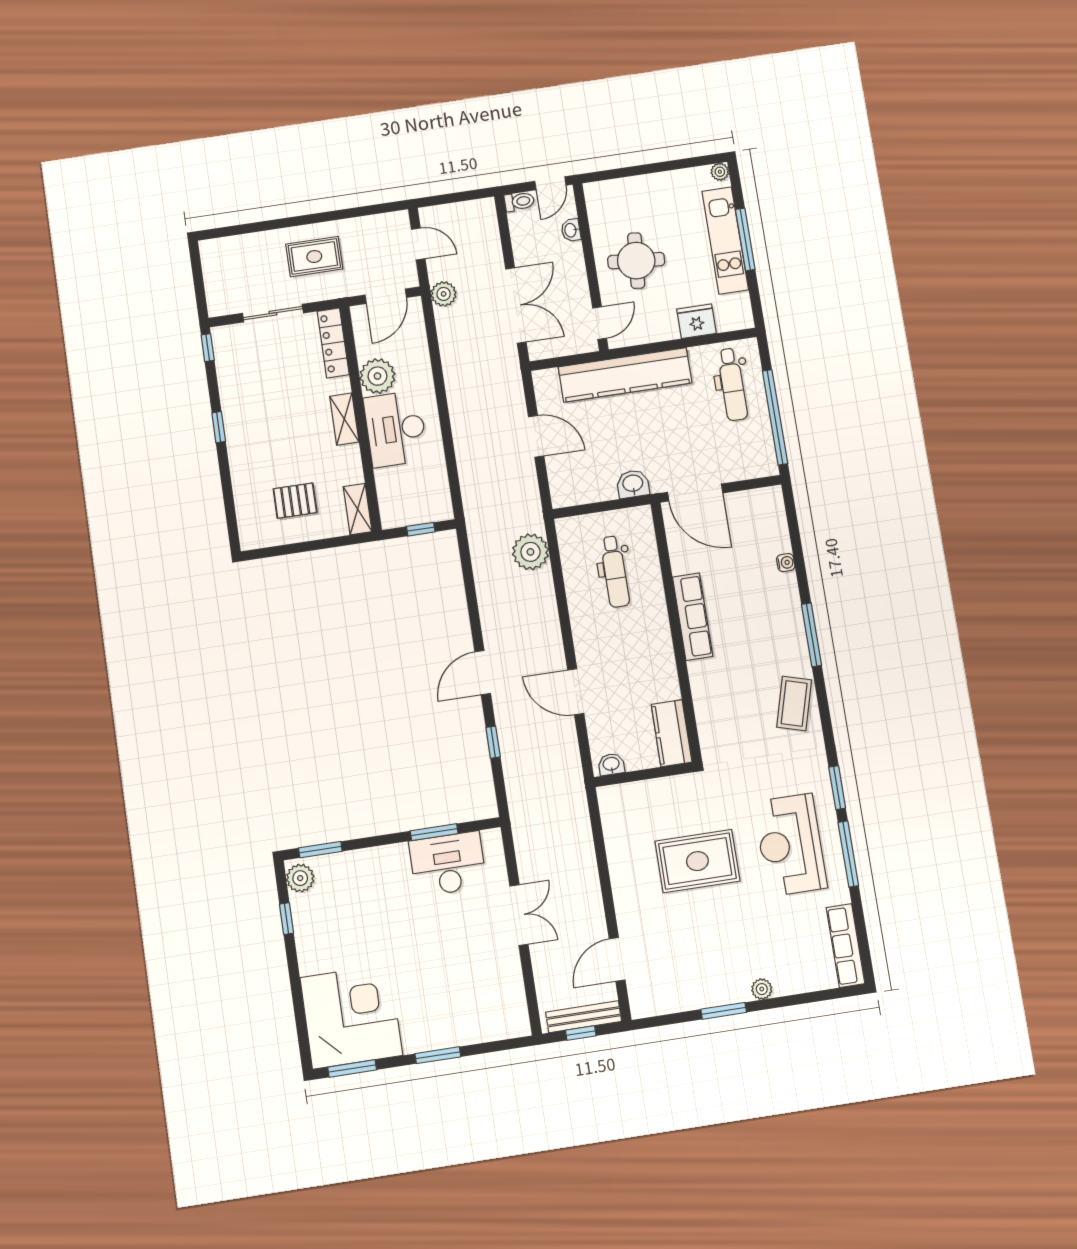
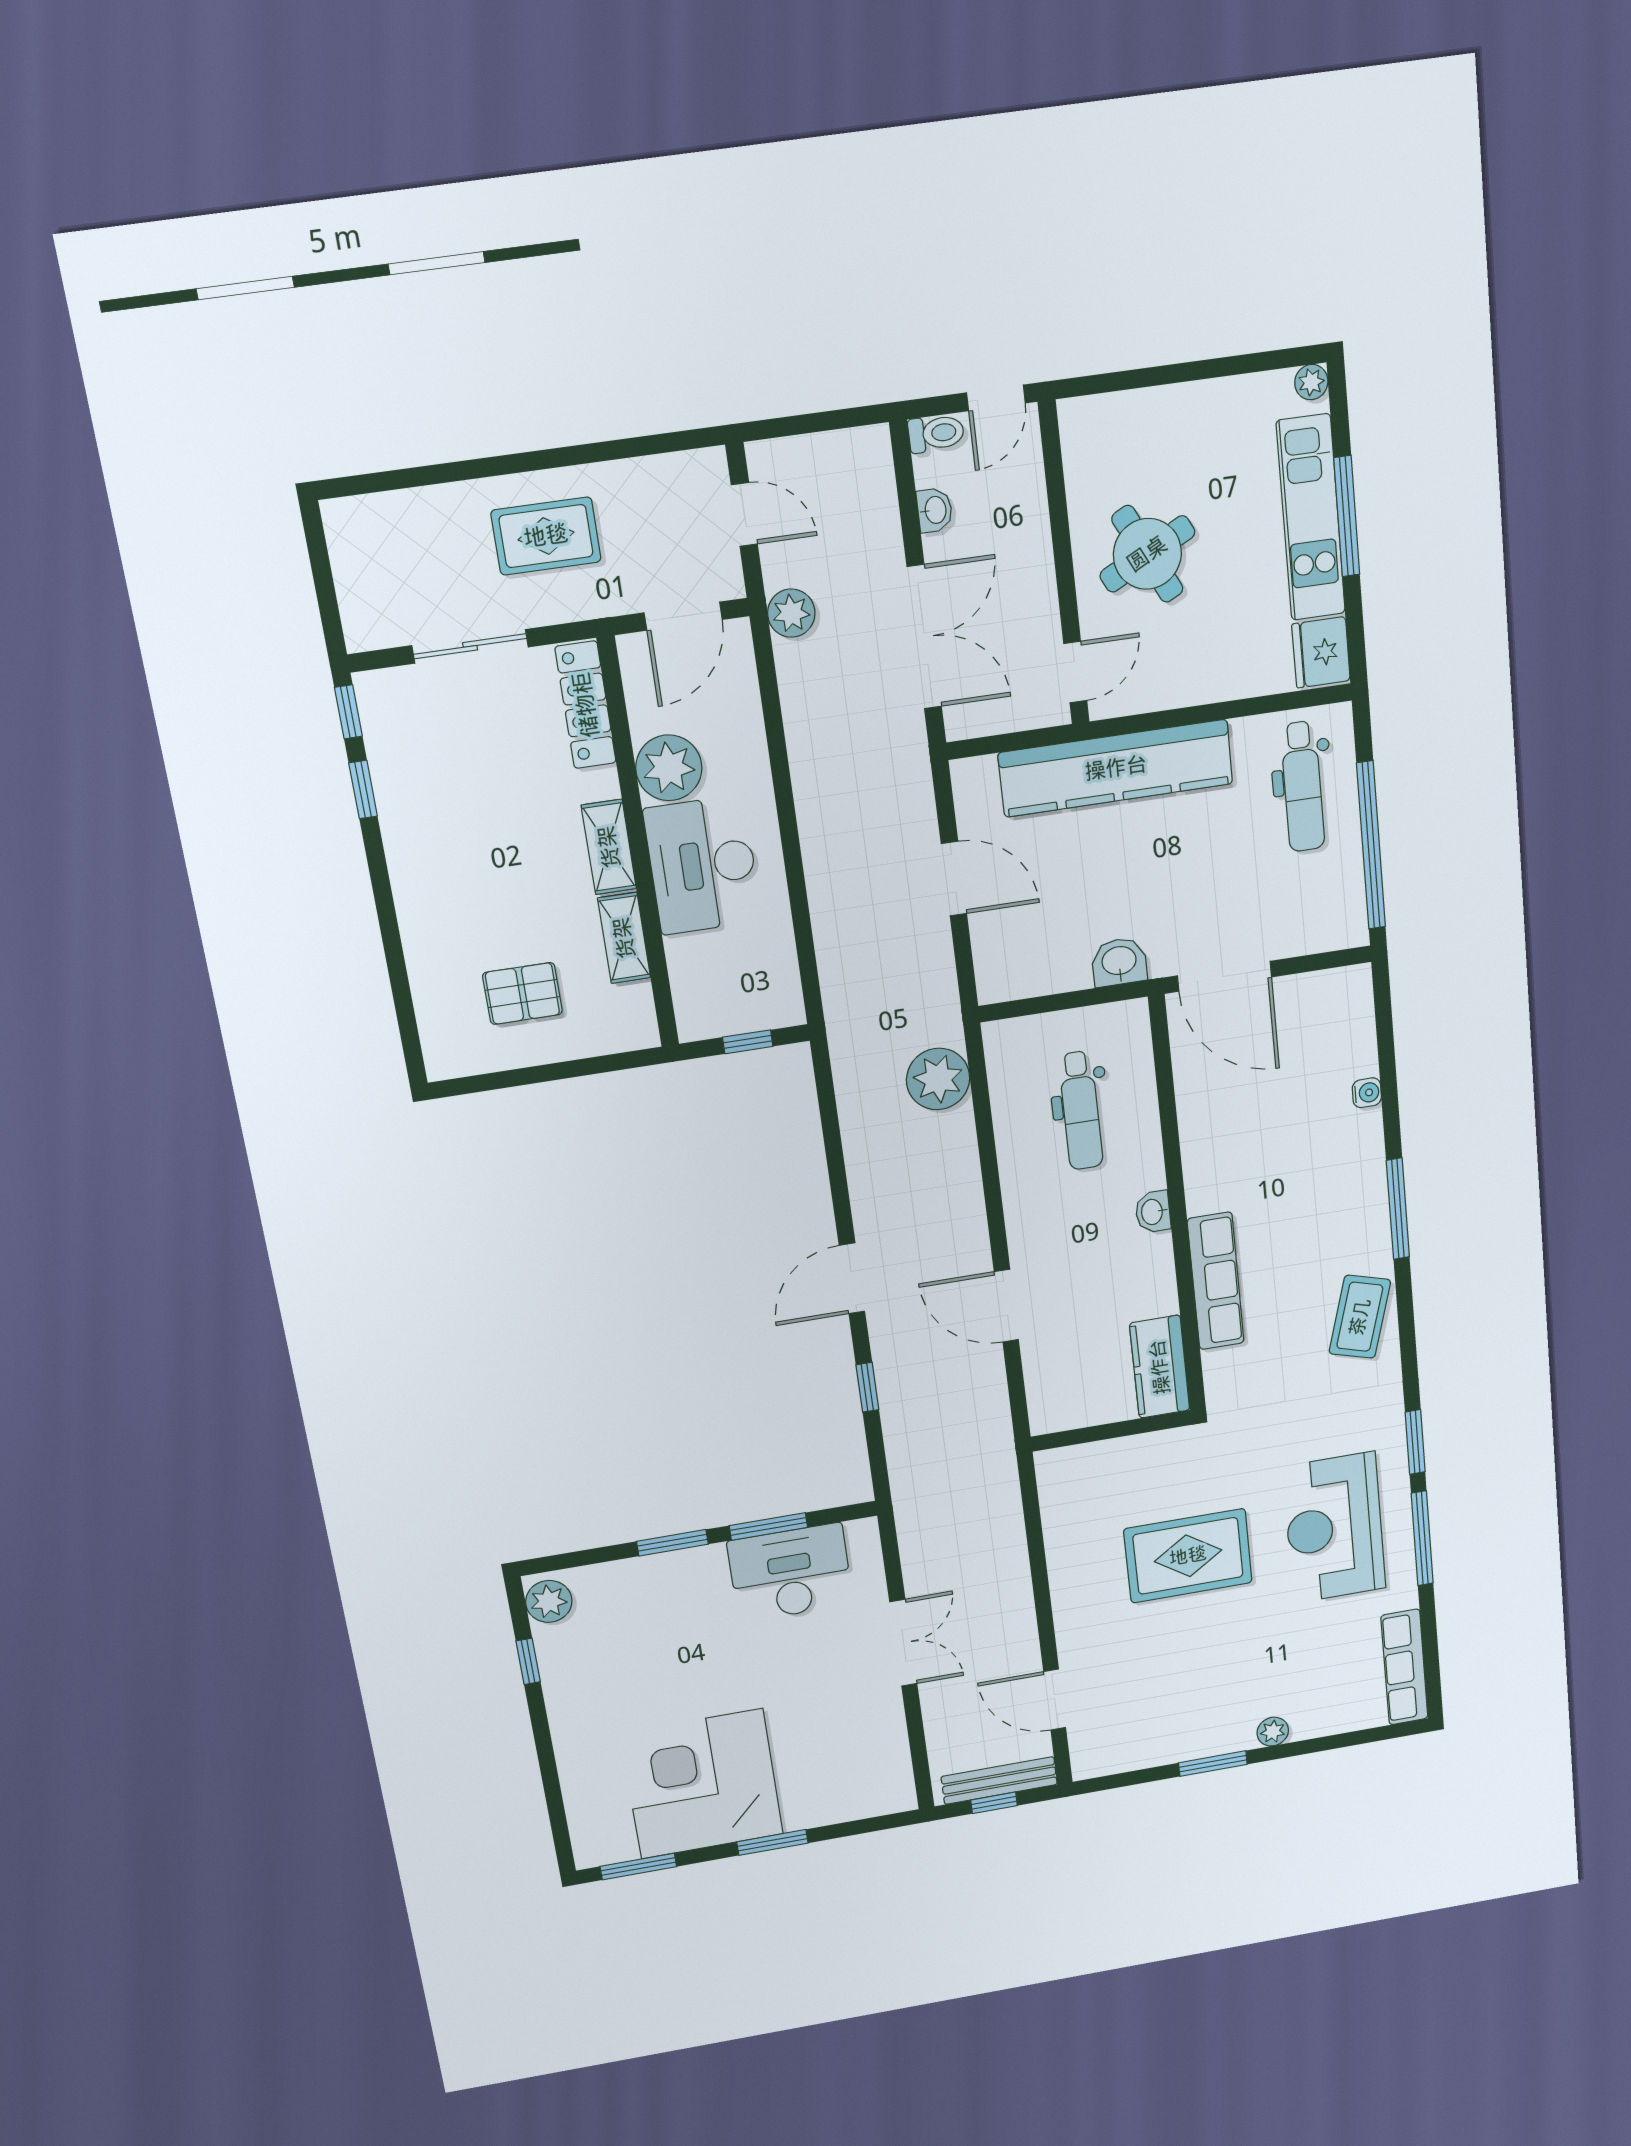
washbasin: (571, 230) -> (935, 510), moved, turned 180
round table: (636, 261) -> (1147, 554), turned -32
fridge: (696, 321) -> (1321, 652), moved, turned -90
window: (219, 427) -> (363, 790), moved
shelving: (358, 509) -> (624, 938), moved
row of seats: (693, 617) -> (1216, 1281), moved
washbasin: (611, 764) -> (1153, 1212), moved, turned -90
window: (320, 850) -> (672, 1543), moved
door: (617, 959) -> (1055, 1700), hinge flipped
corner desk: (351, 1016) -> (702, 1784), moved, turned -90

